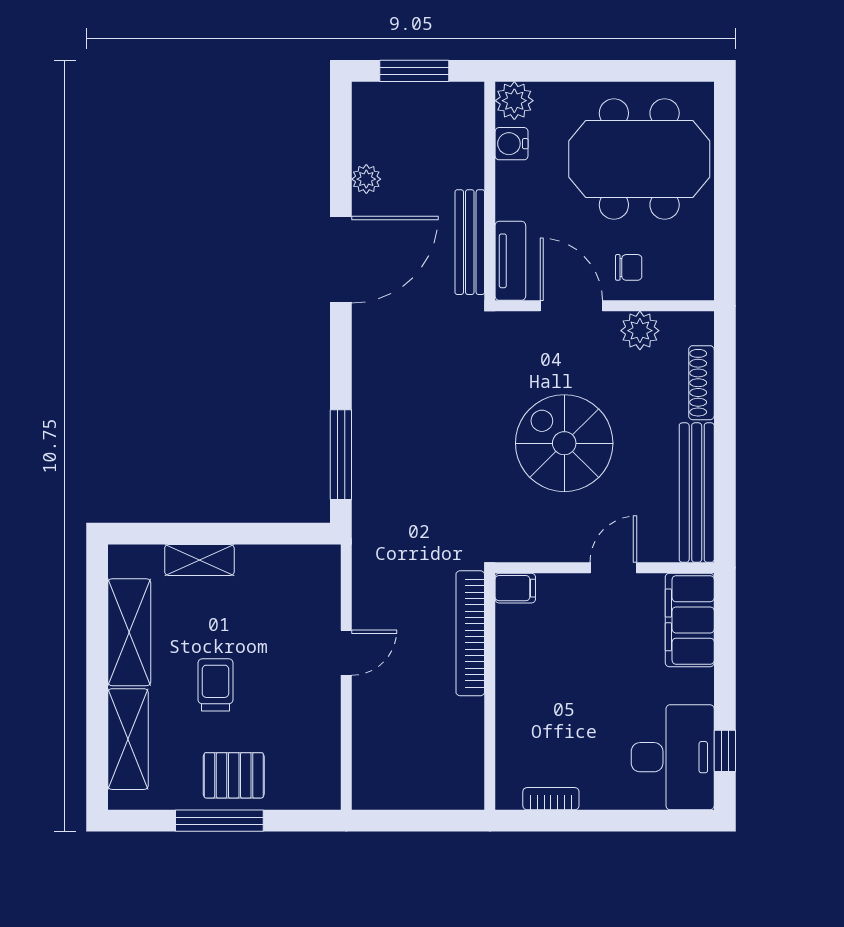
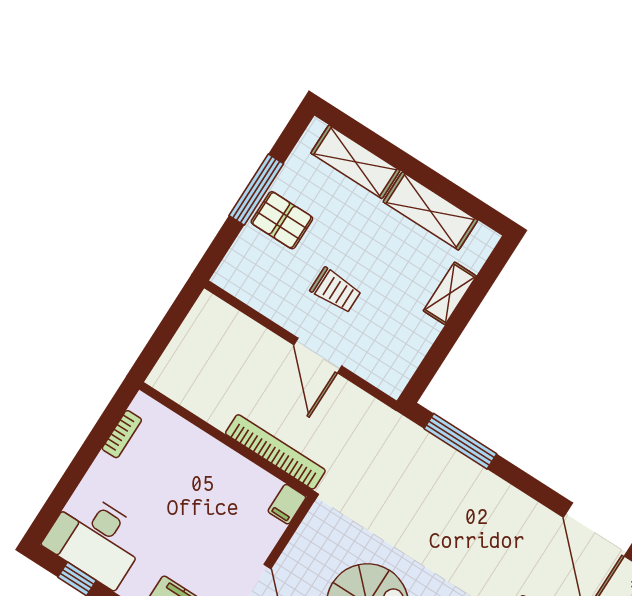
door: (346, 653) -> (318, 355), width x1.38
trolley: (216, 685) -> (336, 290), moved
pallet: (234, 775) -> (282, 220), turned 90

